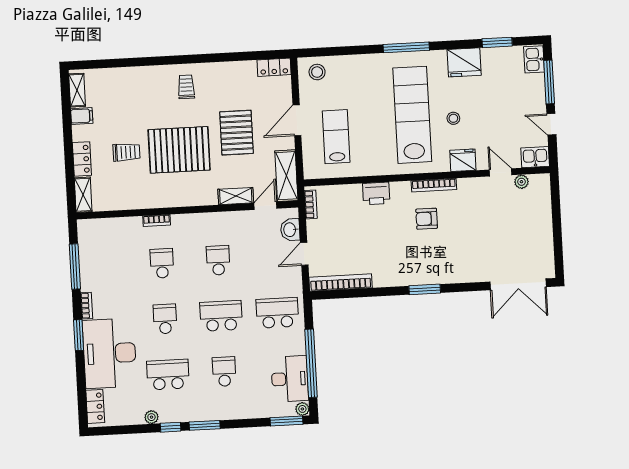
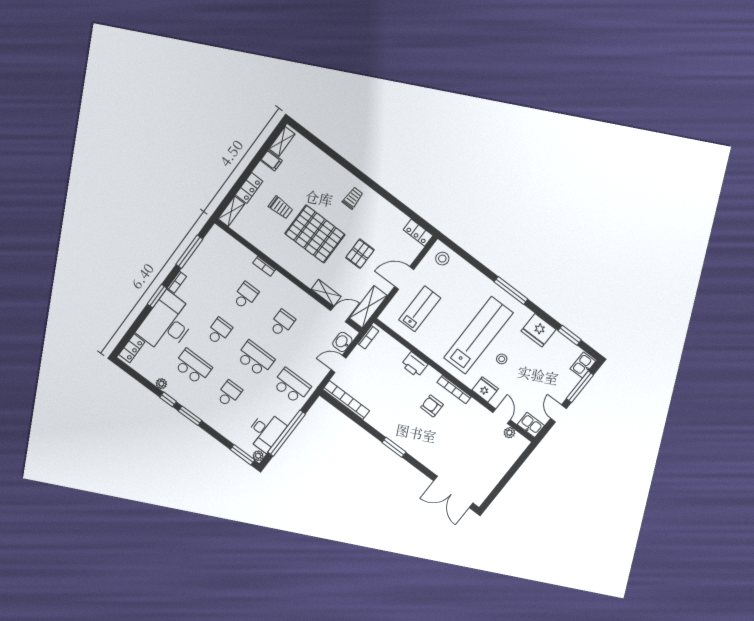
pallet: (237, 133) -> (360, 254), width x0.67, depth x0.71

